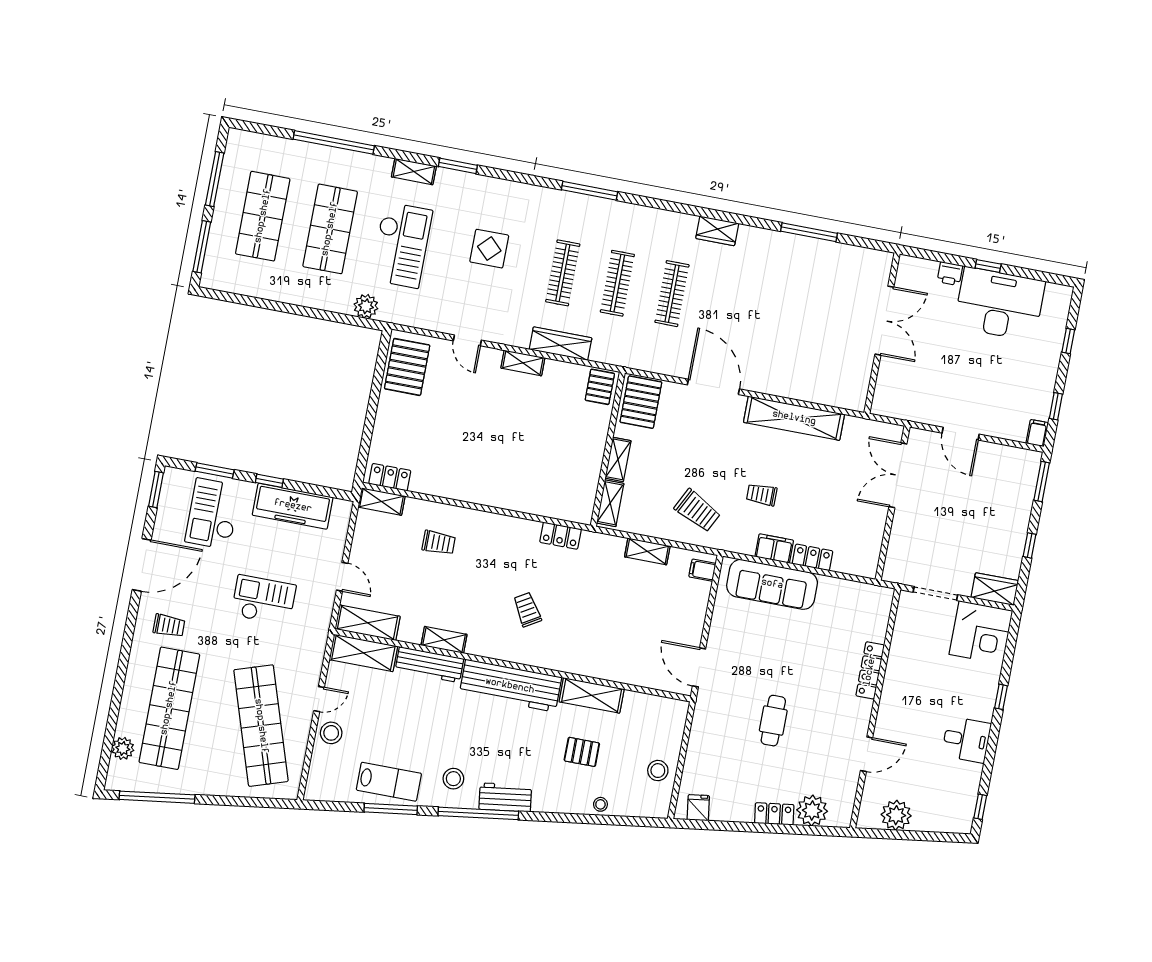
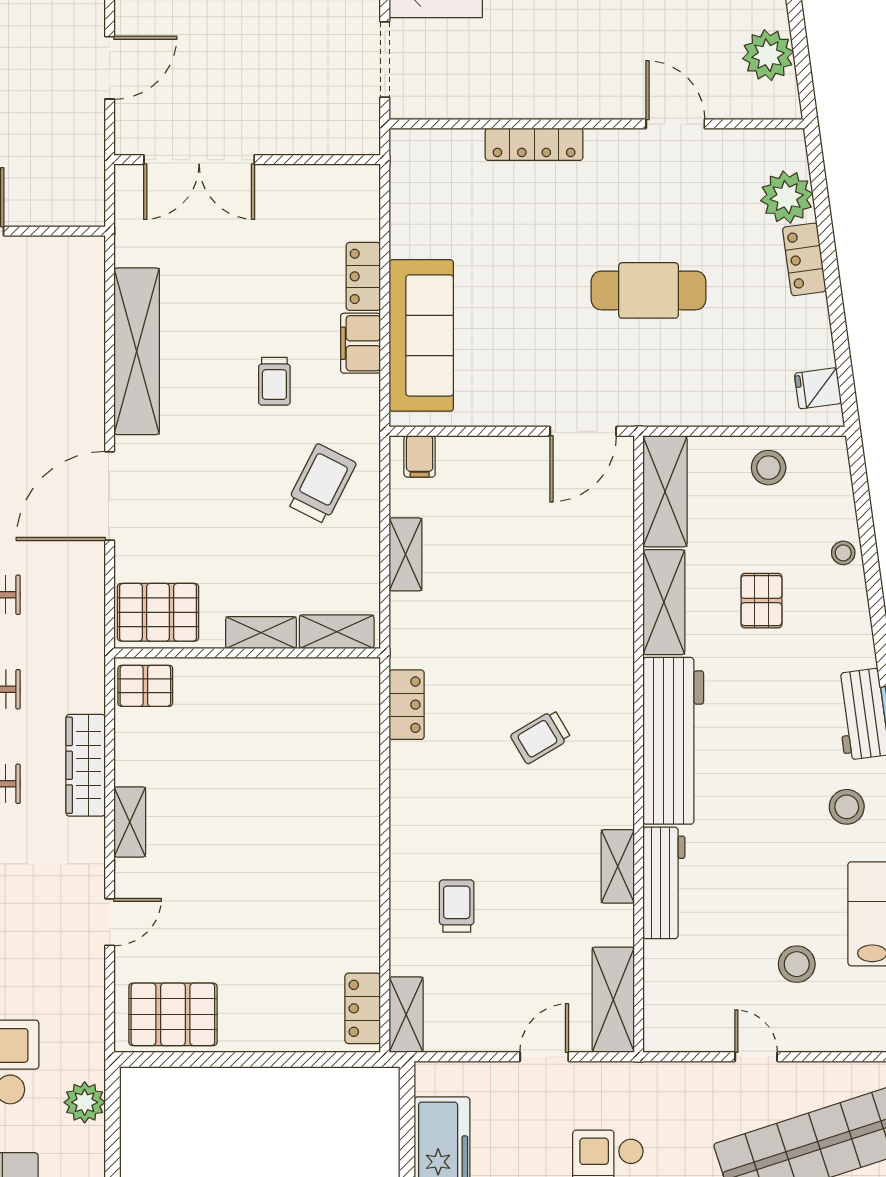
shelving: (363, 653) -> (665, 491), moved
cafe table: (773, 721) -> (649, 290), width x1.37, depth x1.35
stool: (331, 733) -> (797, 964), moved

